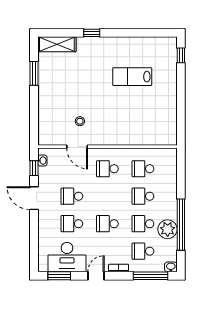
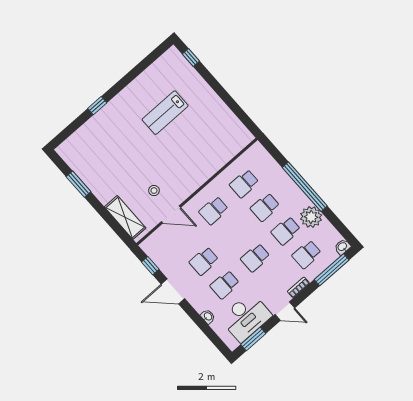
shelving: (57, 44) -> (125, 217), moved, turned 90
washbasin: (42, 161) -> (208, 317), moved
window: (181, 225) -> (305, 187), moved
door: (96, 276) -> (285, 311), swing flipped

